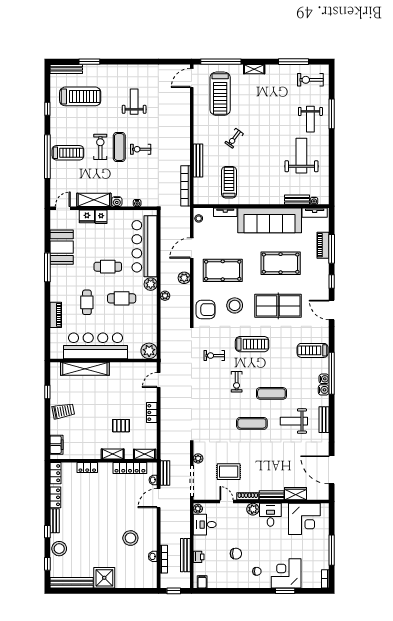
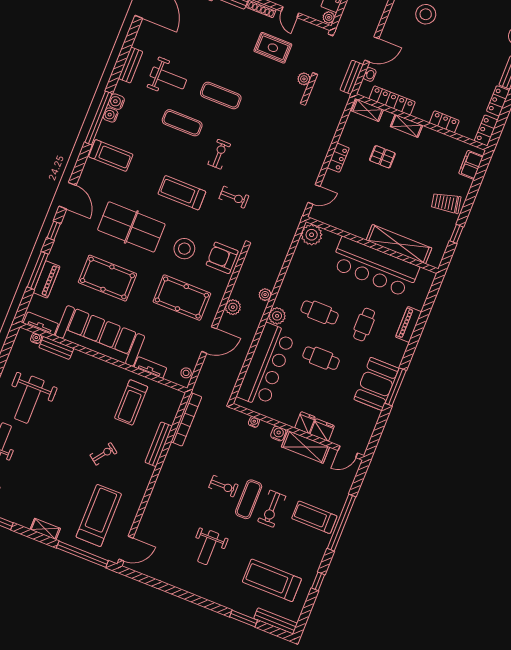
booth: (62, 247) -> (376, 384), moved

